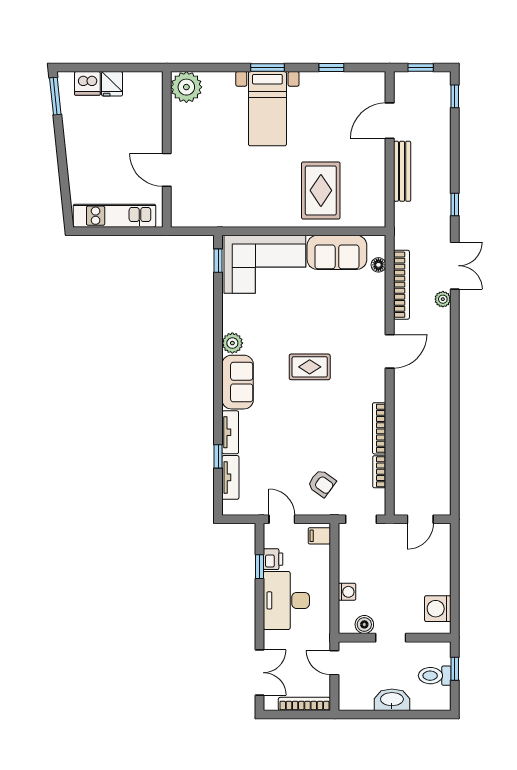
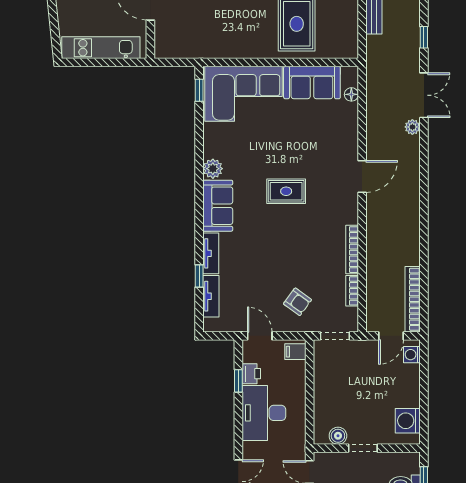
bookcase: (401, 285) -> (413, 299), moved, turned 180
washing machine: (347, 592) -> (412, 355), moved, turned 180

